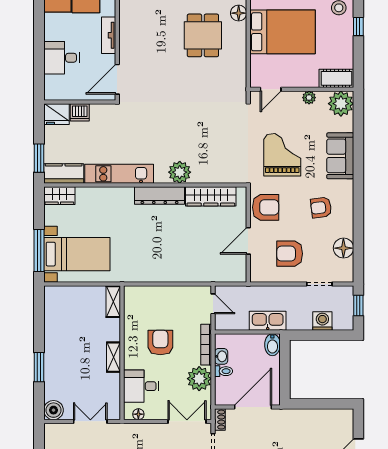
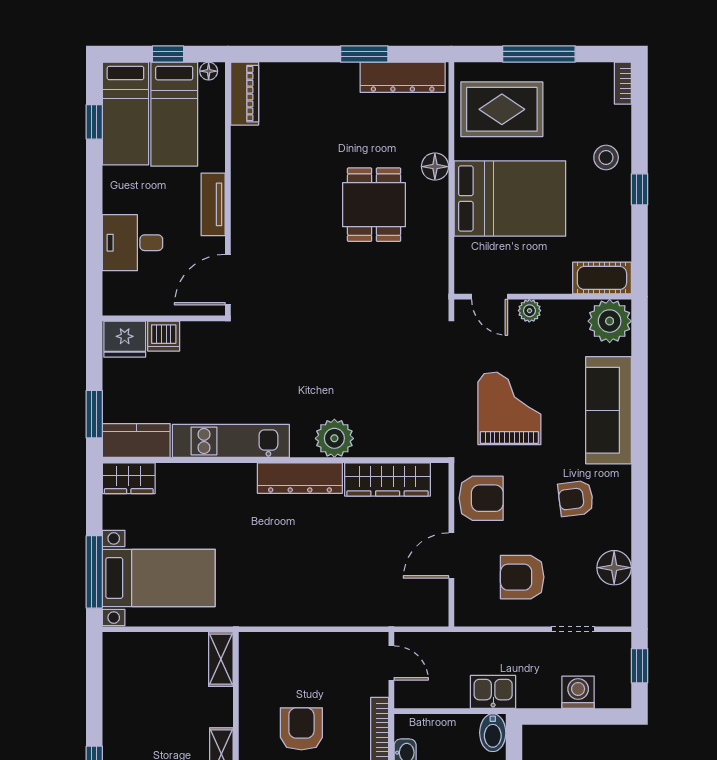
door: (271, 89) -> (490, 297), hinge flipped
plant: (309, 98) -> (529, 311), moved
sofa: (340, 156) -> (608, 410), width x1.36
kitchen sink: (268, 321) -> (493, 692), width x0.73

